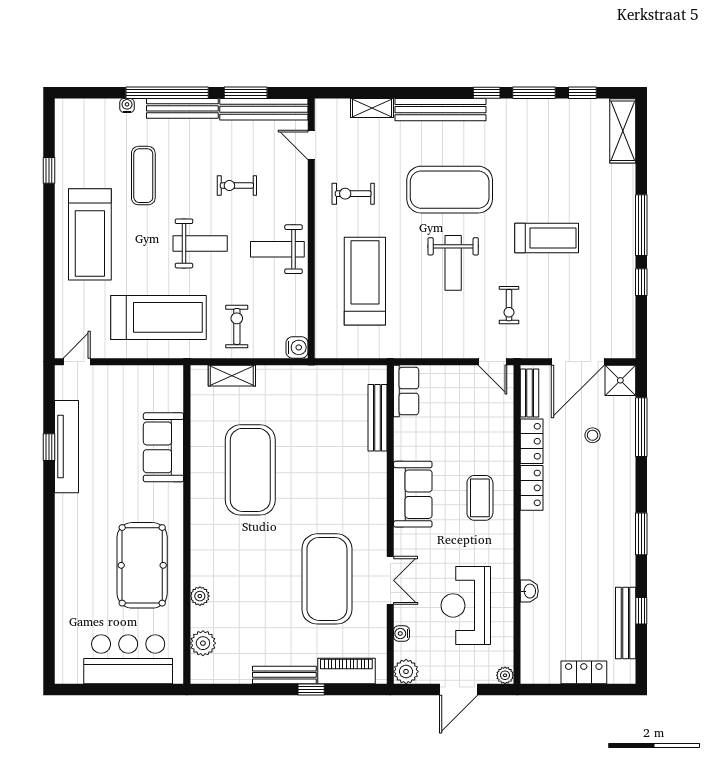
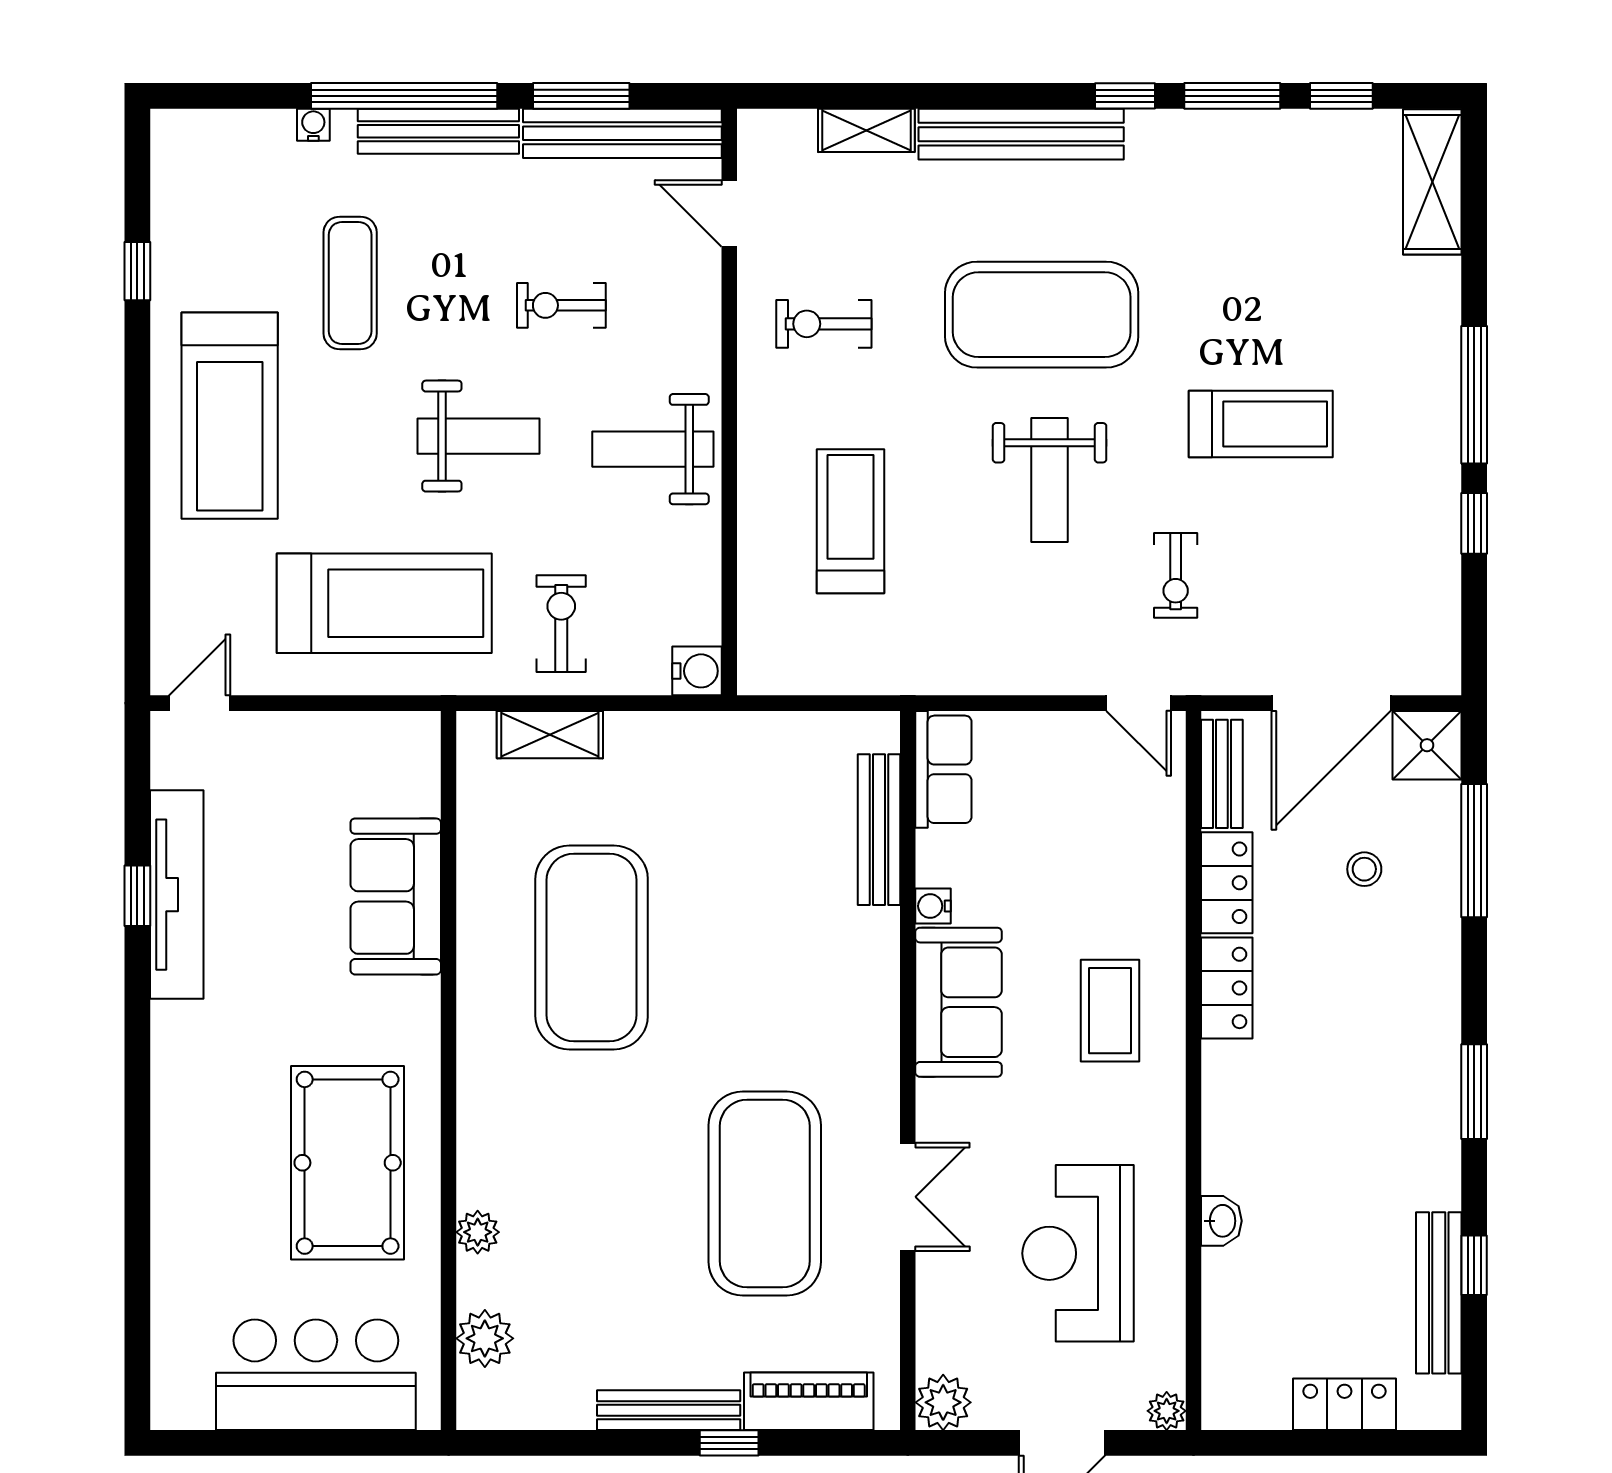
treadmill: (365, 281) -> (850, 521), width x0.73, depth x0.73
water cooler: (401, 633) -> (933, 906), moved

